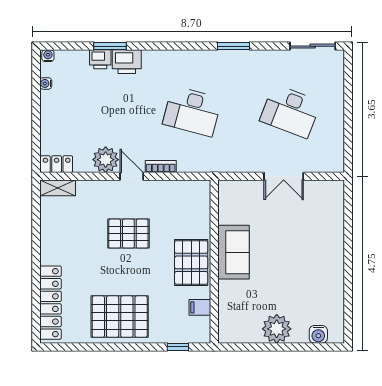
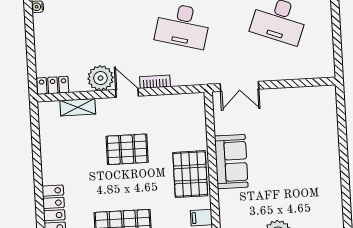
double door: (284, 176) -> (240, 86), moved
shelving: (58, 188) -> (78, 107), moved

